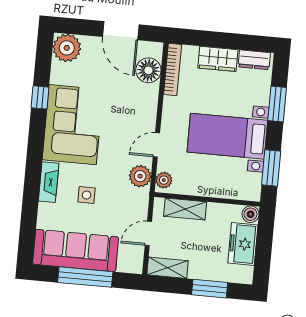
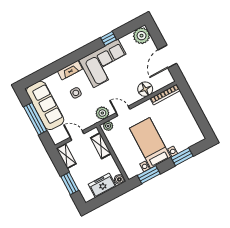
wardrobe: (218, 59) -> (185, 113), removed
dresser: (254, 60) -> (196, 131), removed
floor lamp: (148, 70) -> (145, 89), moved

